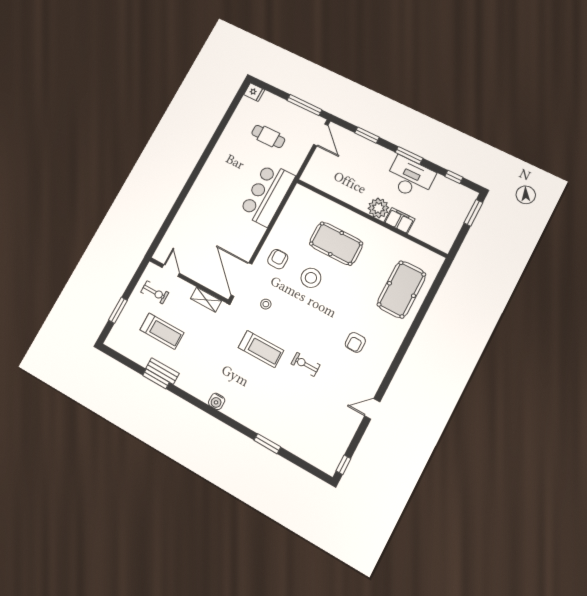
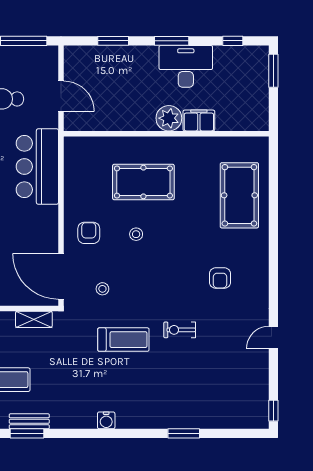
door: (321, 135) -> (61, 96), moved
stool: (311, 278) -> (136, 234), width x0.53, depth x0.53

